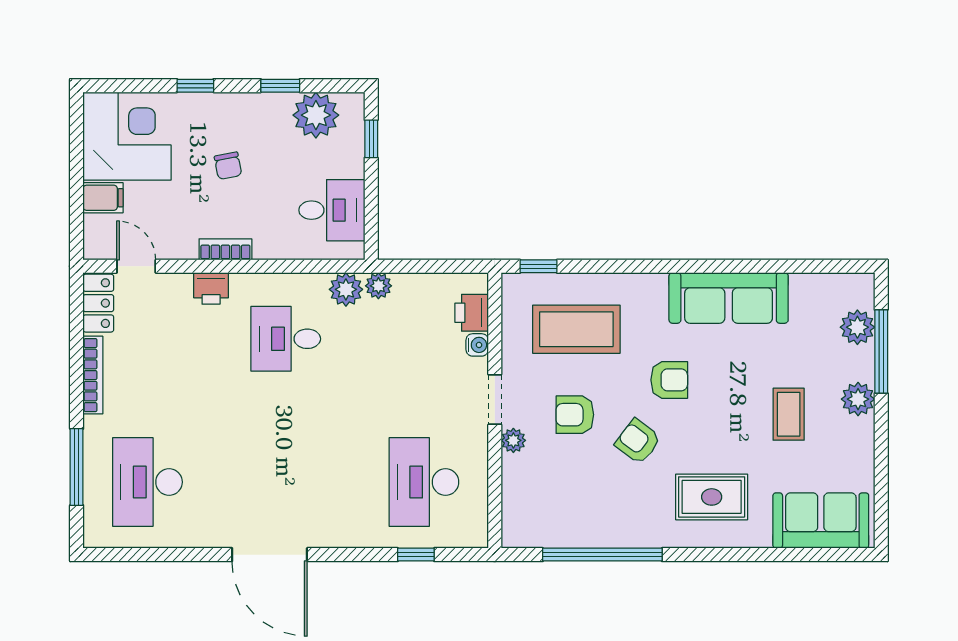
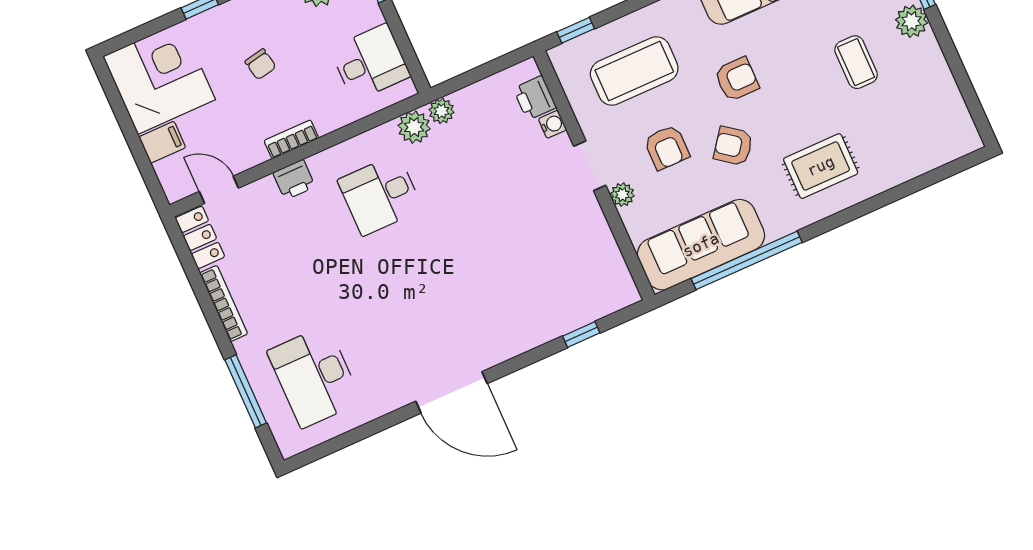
armchair: (575, 415) -> (667, 147), turned -90
desk: (424, 482) -> (560, 267), removed
sofa: (821, 521) -> (701, 245), moved, width x1.36

